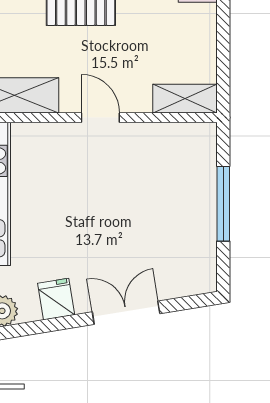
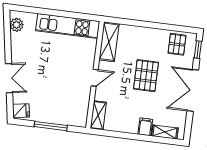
fridge: (56, 299) -> (21, 111), moved

